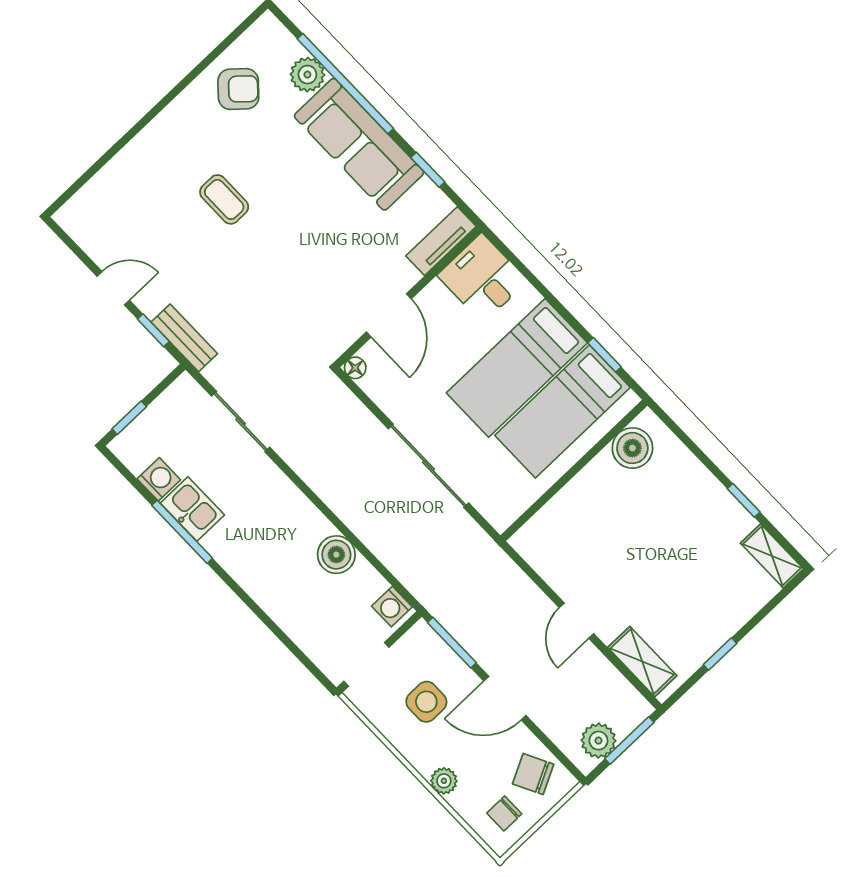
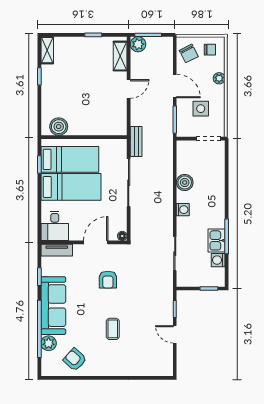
armchair: (310, 273) -> (108, 280), added
bench: (184, 338) -> (136, 142), moved
washing machine: (392, 607) -> (183, 210), moved
plant: (598, 741) -> (138, 44), moved

